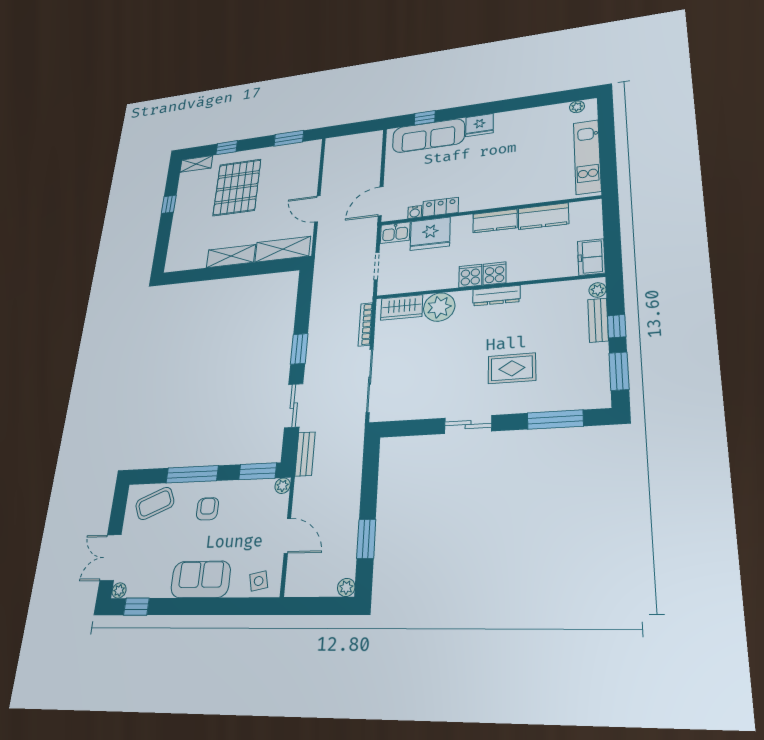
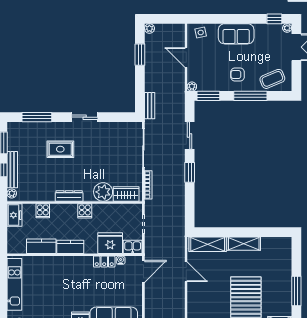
window: (169, 204) -> (296, 291), width x2.17
cooker: (495, 273) -> (43, 211), moved
bench: (598, 320) -> (12, 170), width x1.36
bench: (305, 454) -> (150, 106), moved
armchair: (207, 509) -> (237, 75), turned 90

